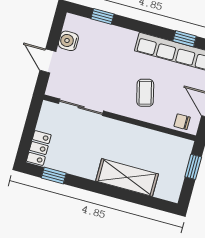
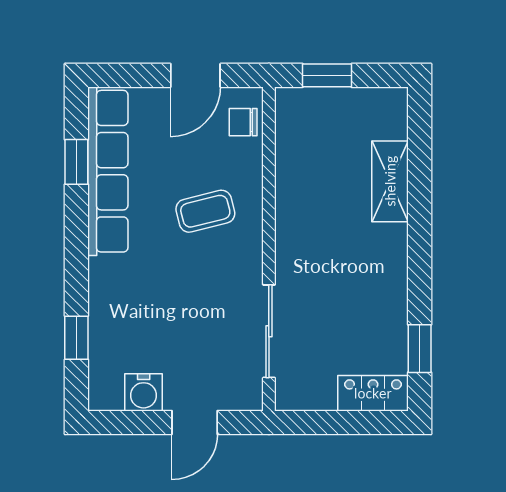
chair: (182, 122) -> (243, 122), turned 90
shelving: (127, 177) -> (390, 181), width x0.67, depth x0.75

